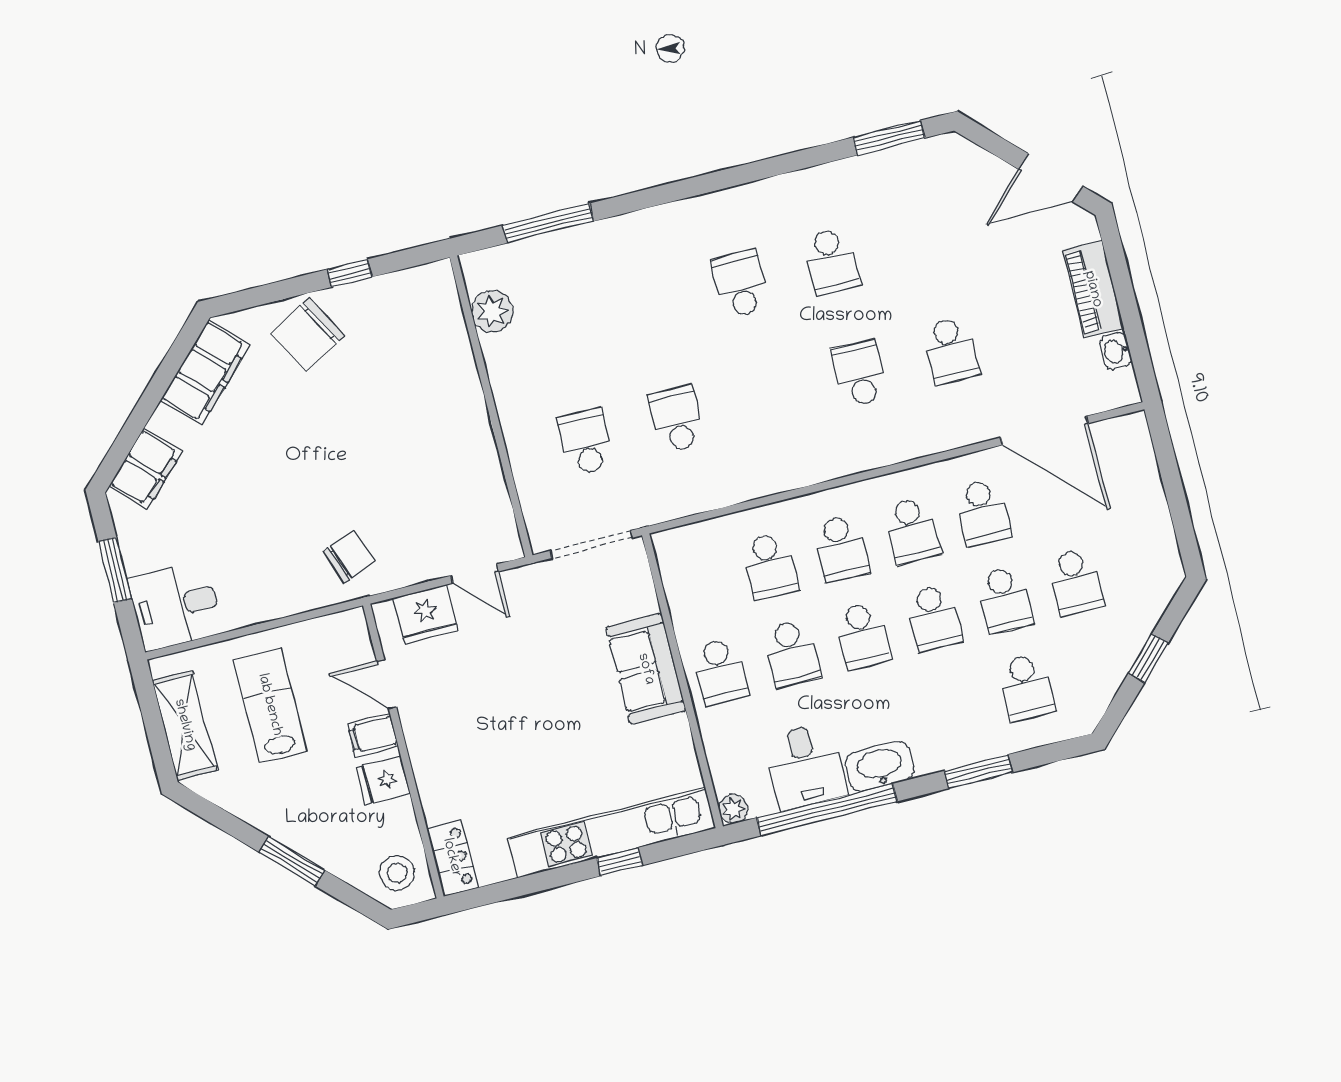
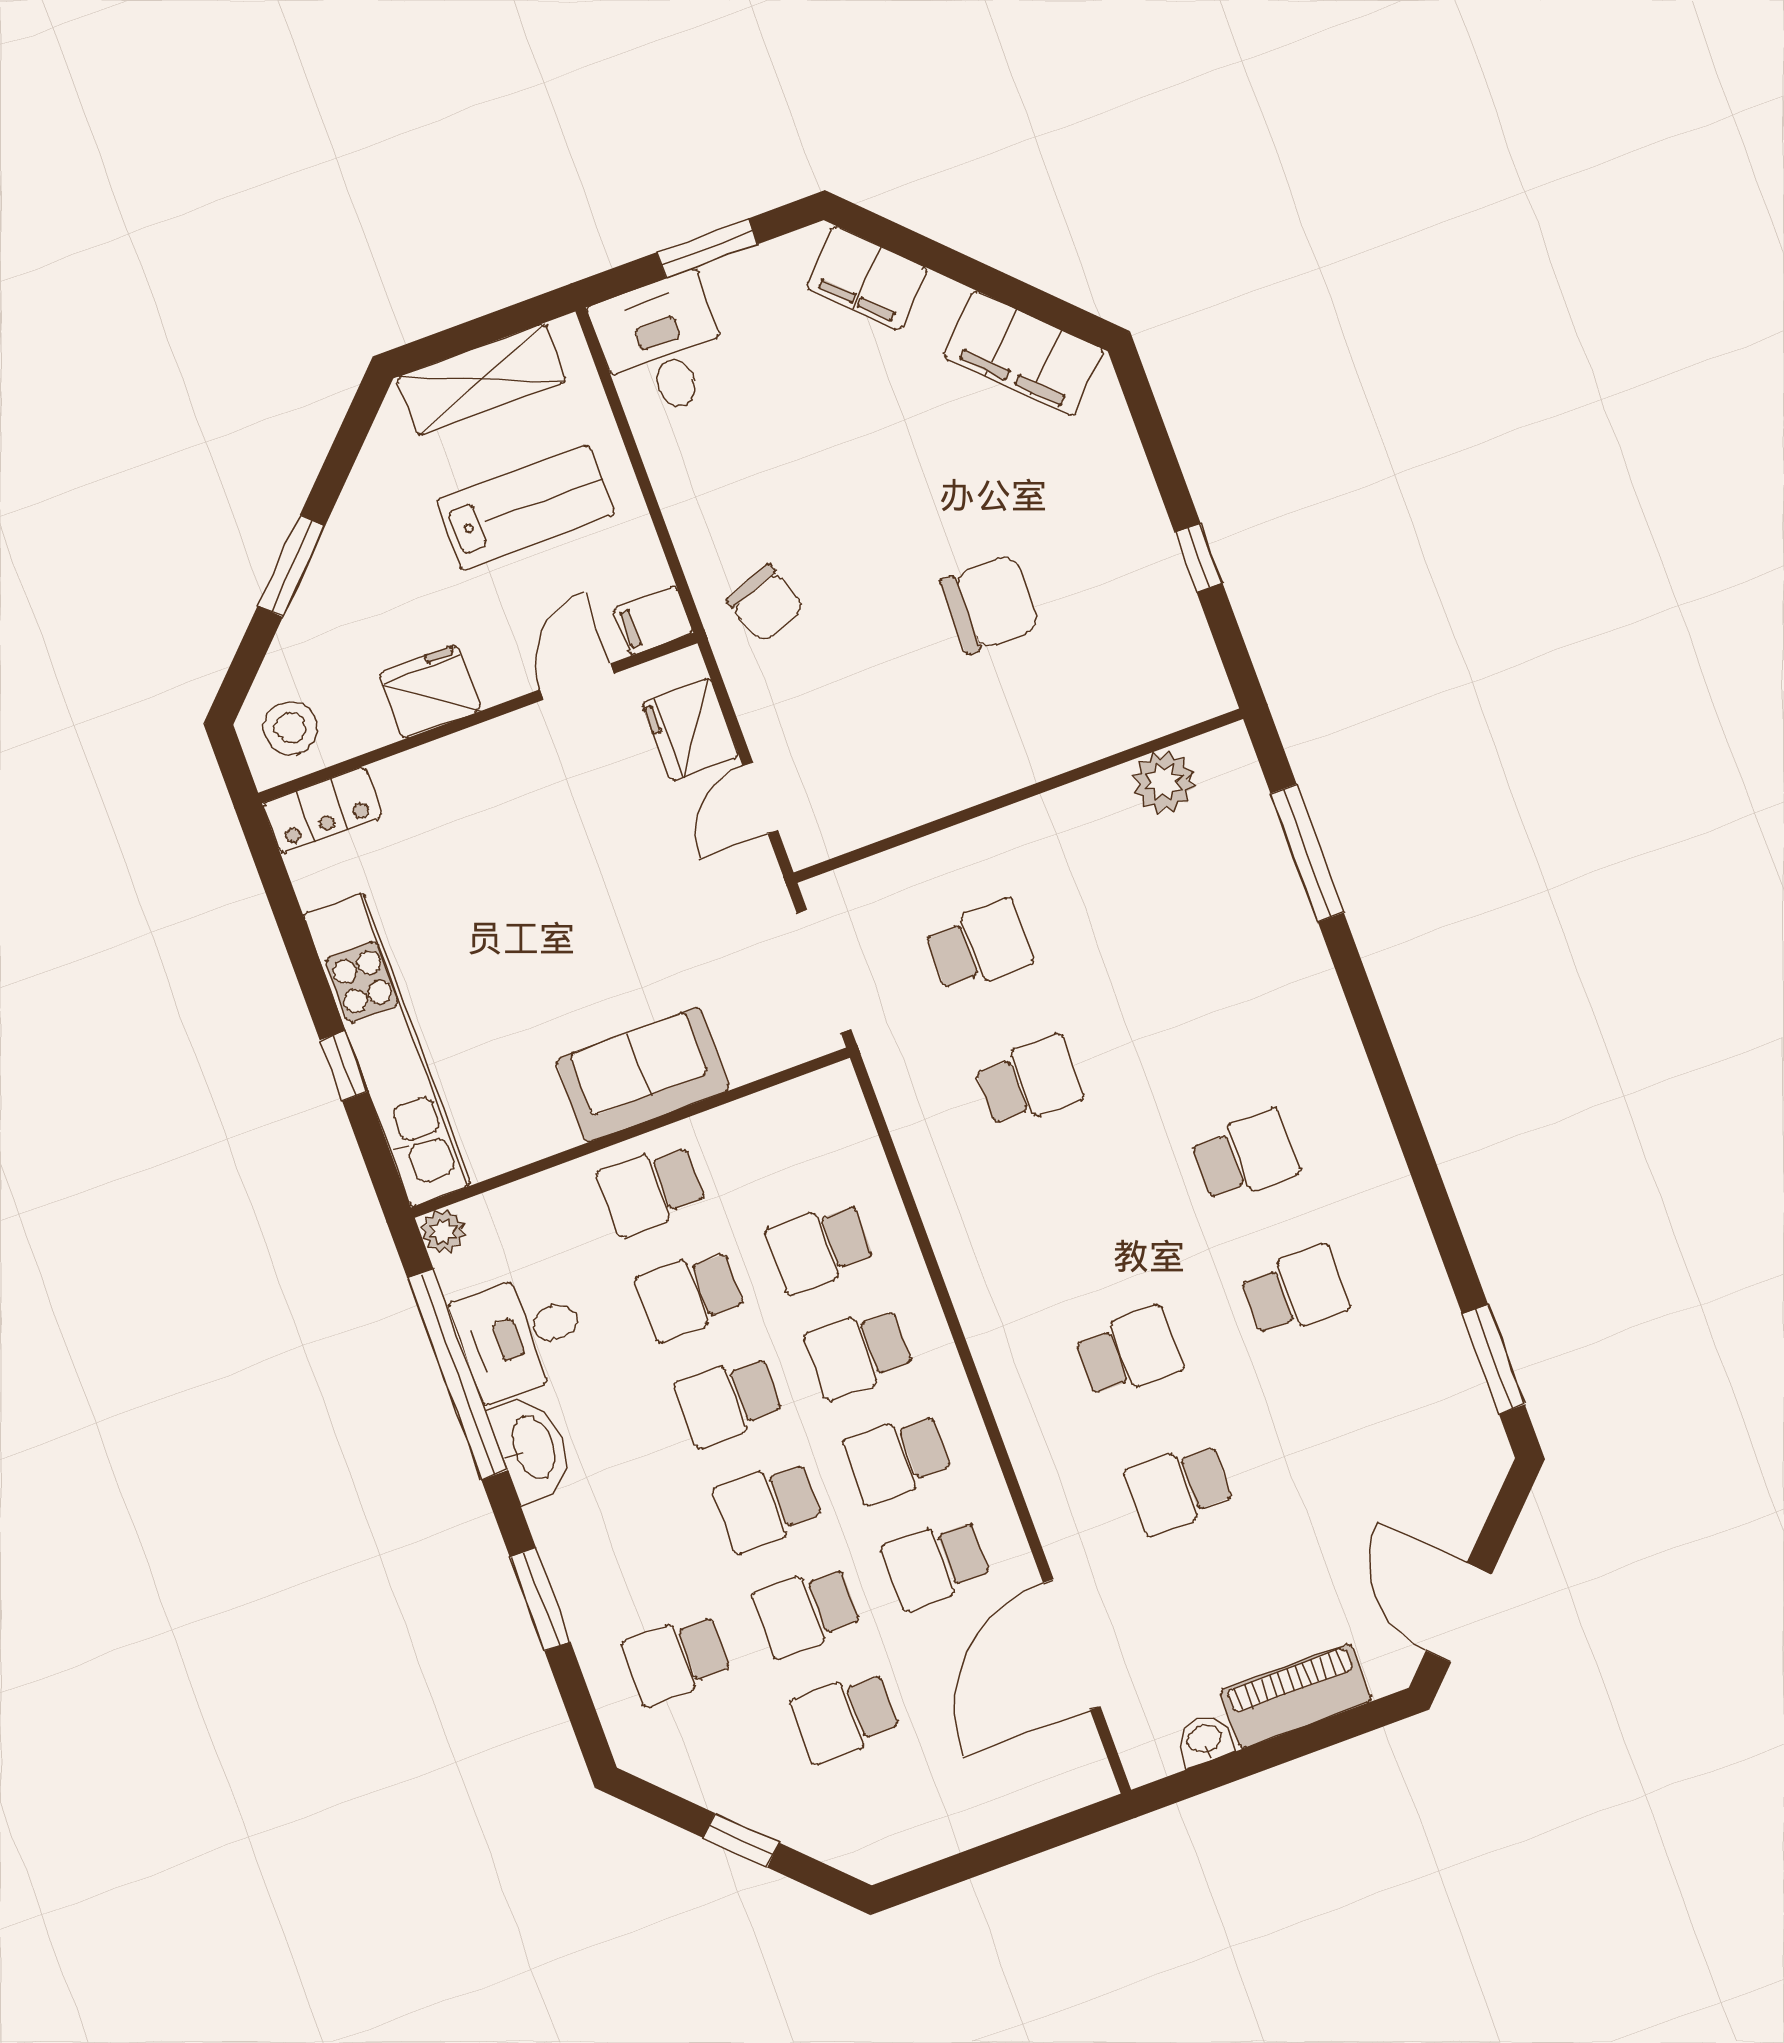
school desk: (831, 261) -> (1295, 1292), turned 180
chair: (308, 334) -> (990, 604), moved, turned 119
filing cabinet: (373, 735) -> (653, 621), moved, turned -90
fridge: (383, 780) -> (430, 692), width x1.38

